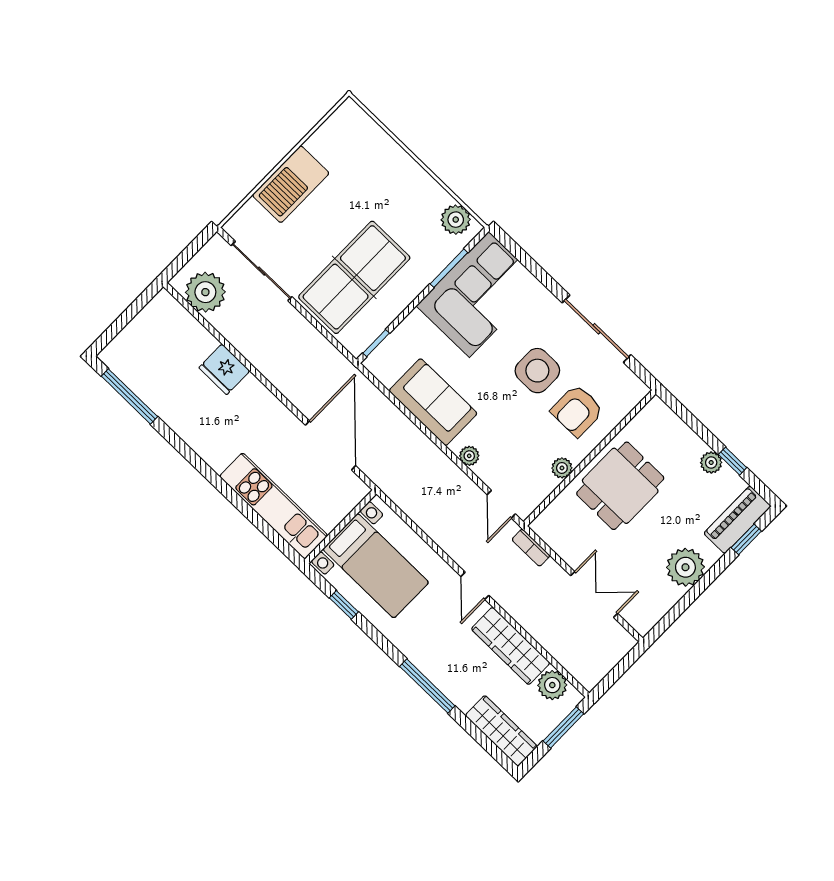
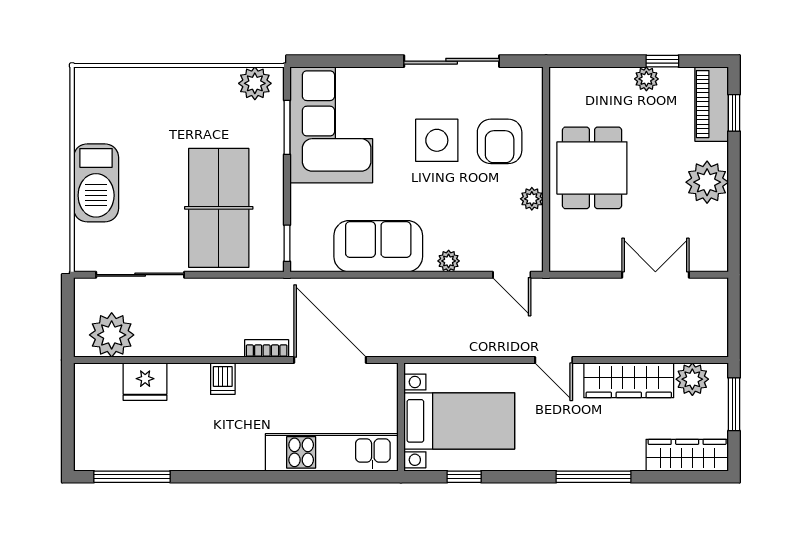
fridge: (224, 369) -> (145, 382), moved
dishwasher: (250, 390) -> (223, 379), added
bookcase: (531, 548) -> (267, 348), moved, turned 180

